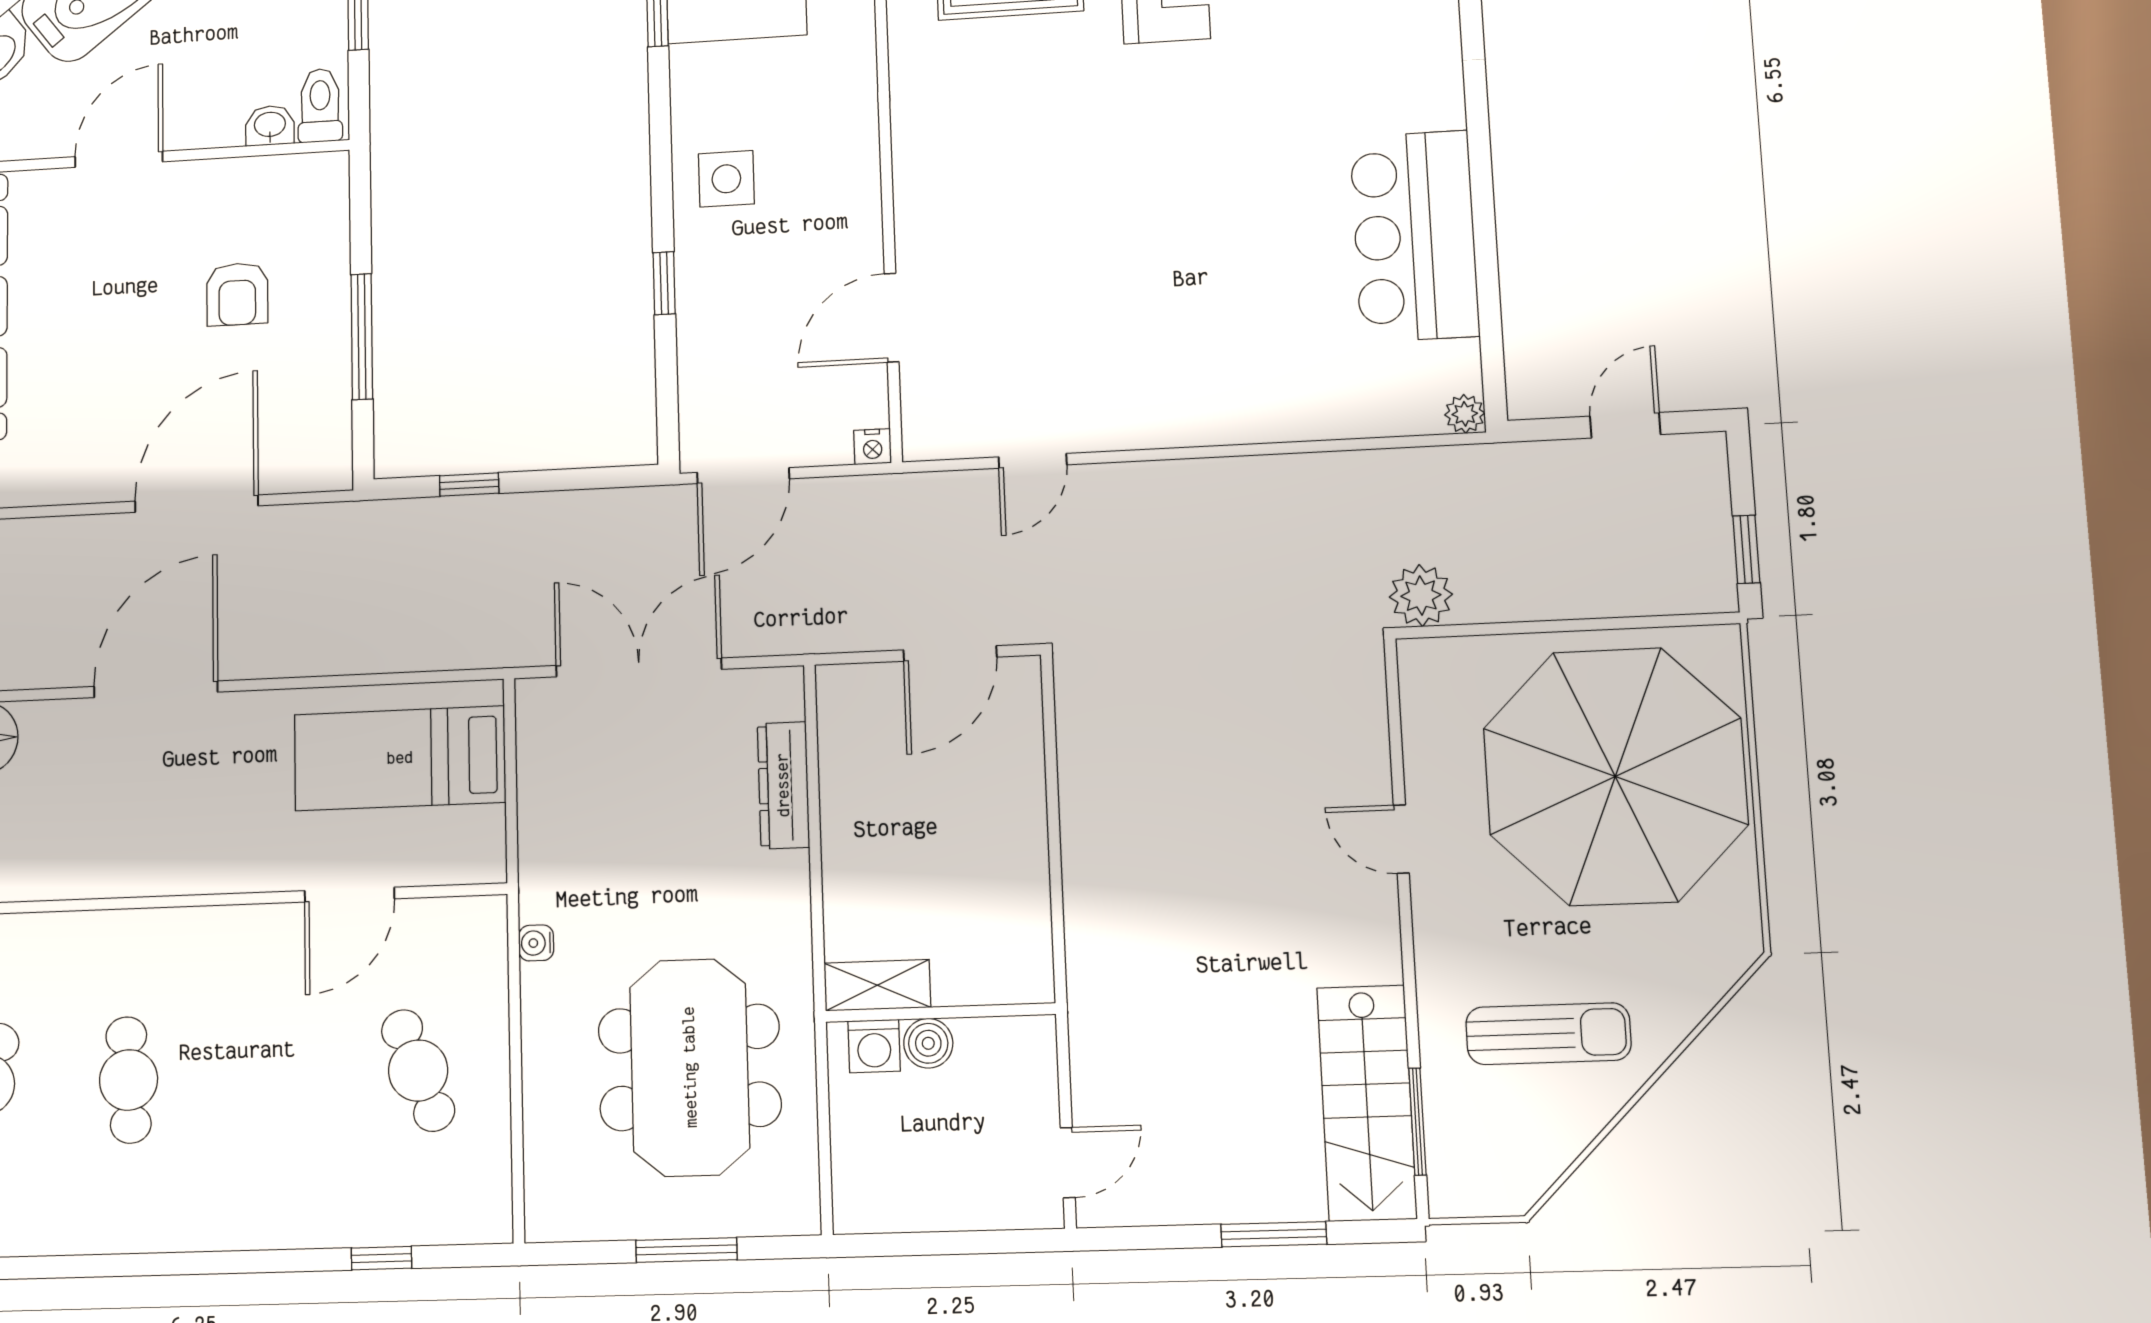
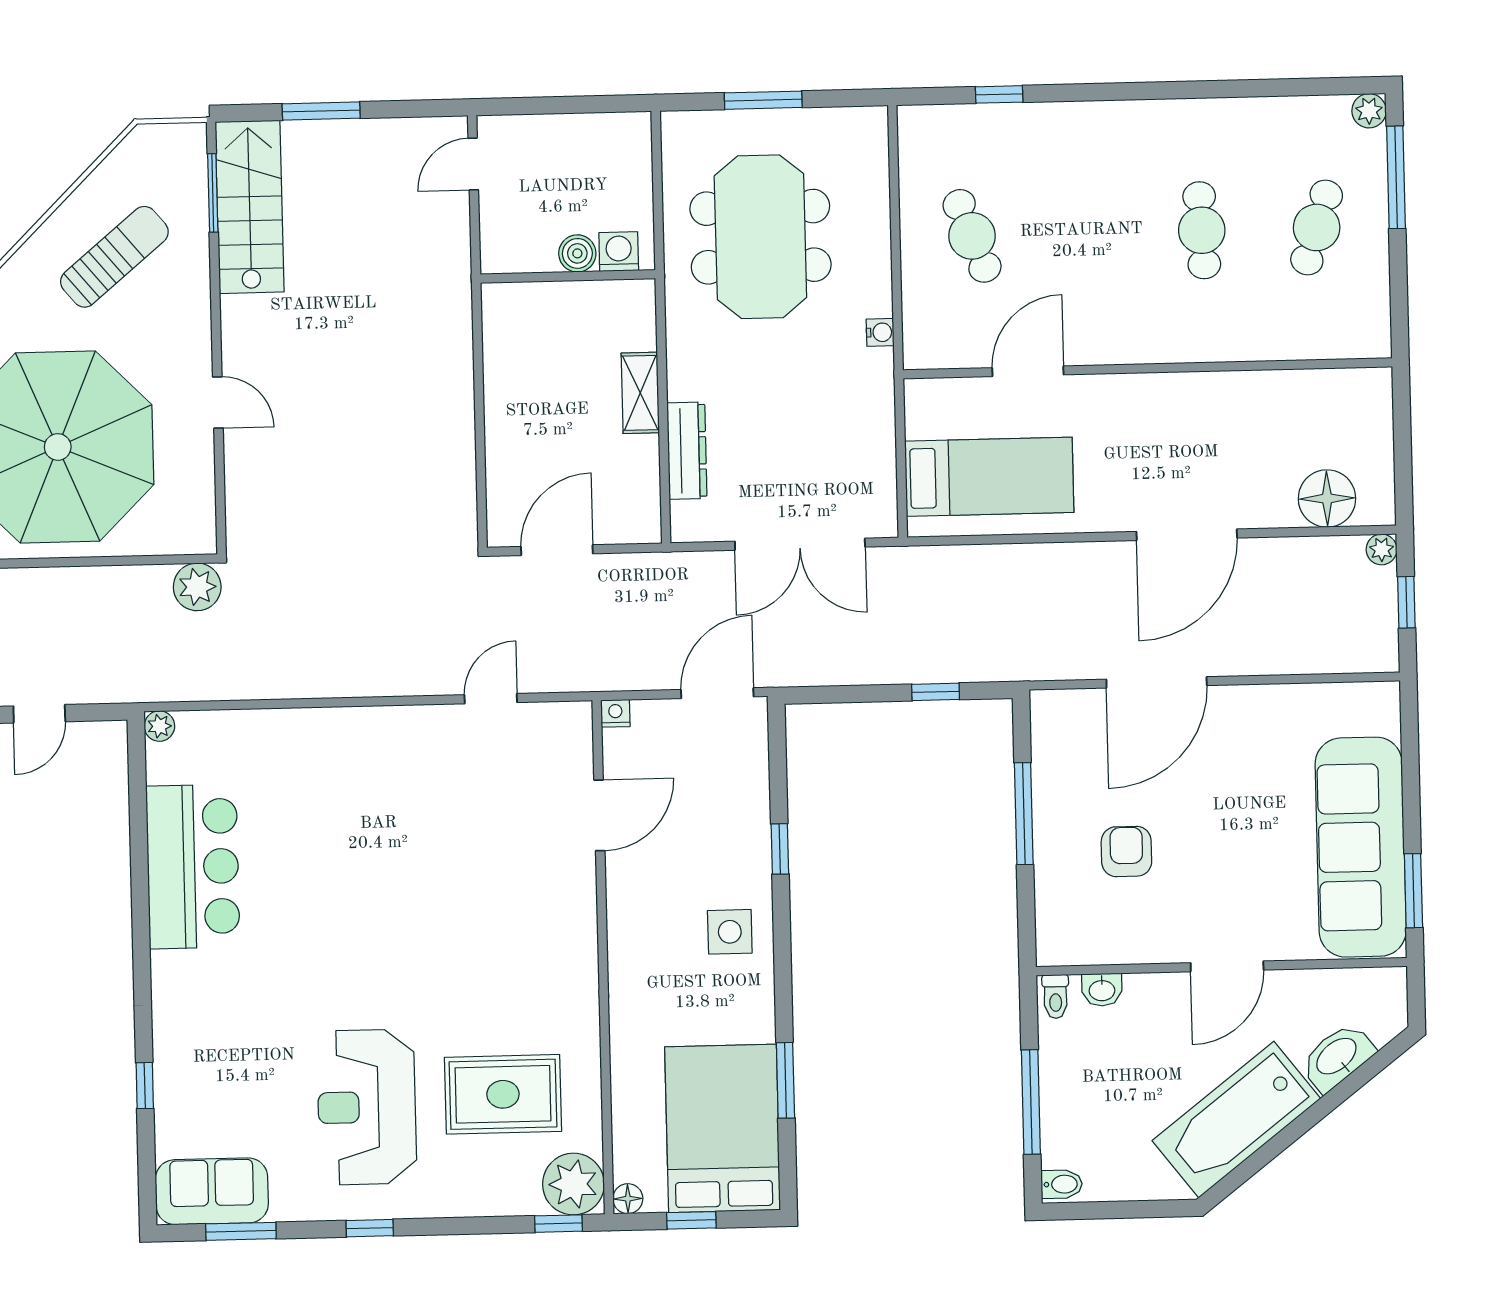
toilet: (320, 105) -> (1055, 996), width x0.73, depth x0.72
shelving: (877, 985) -> (640, 393), moved, turned 90
sun lounger: (1548, 1034) -> (114, 257), turned 140

